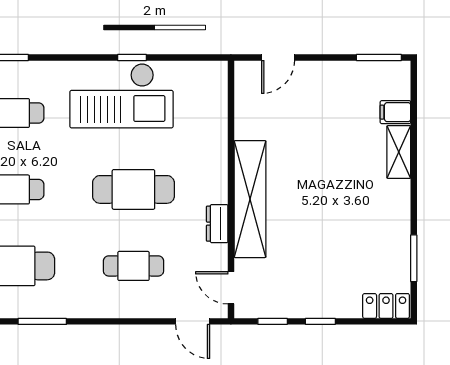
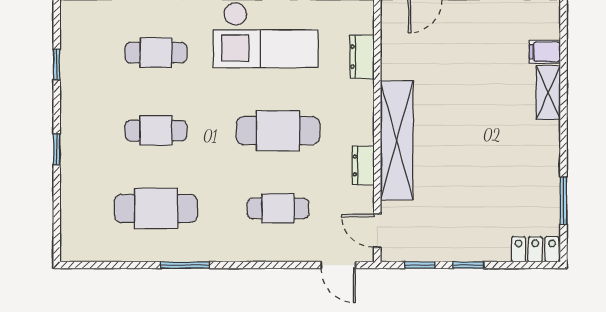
dresser: (216, 117) -> (362, 57), added

